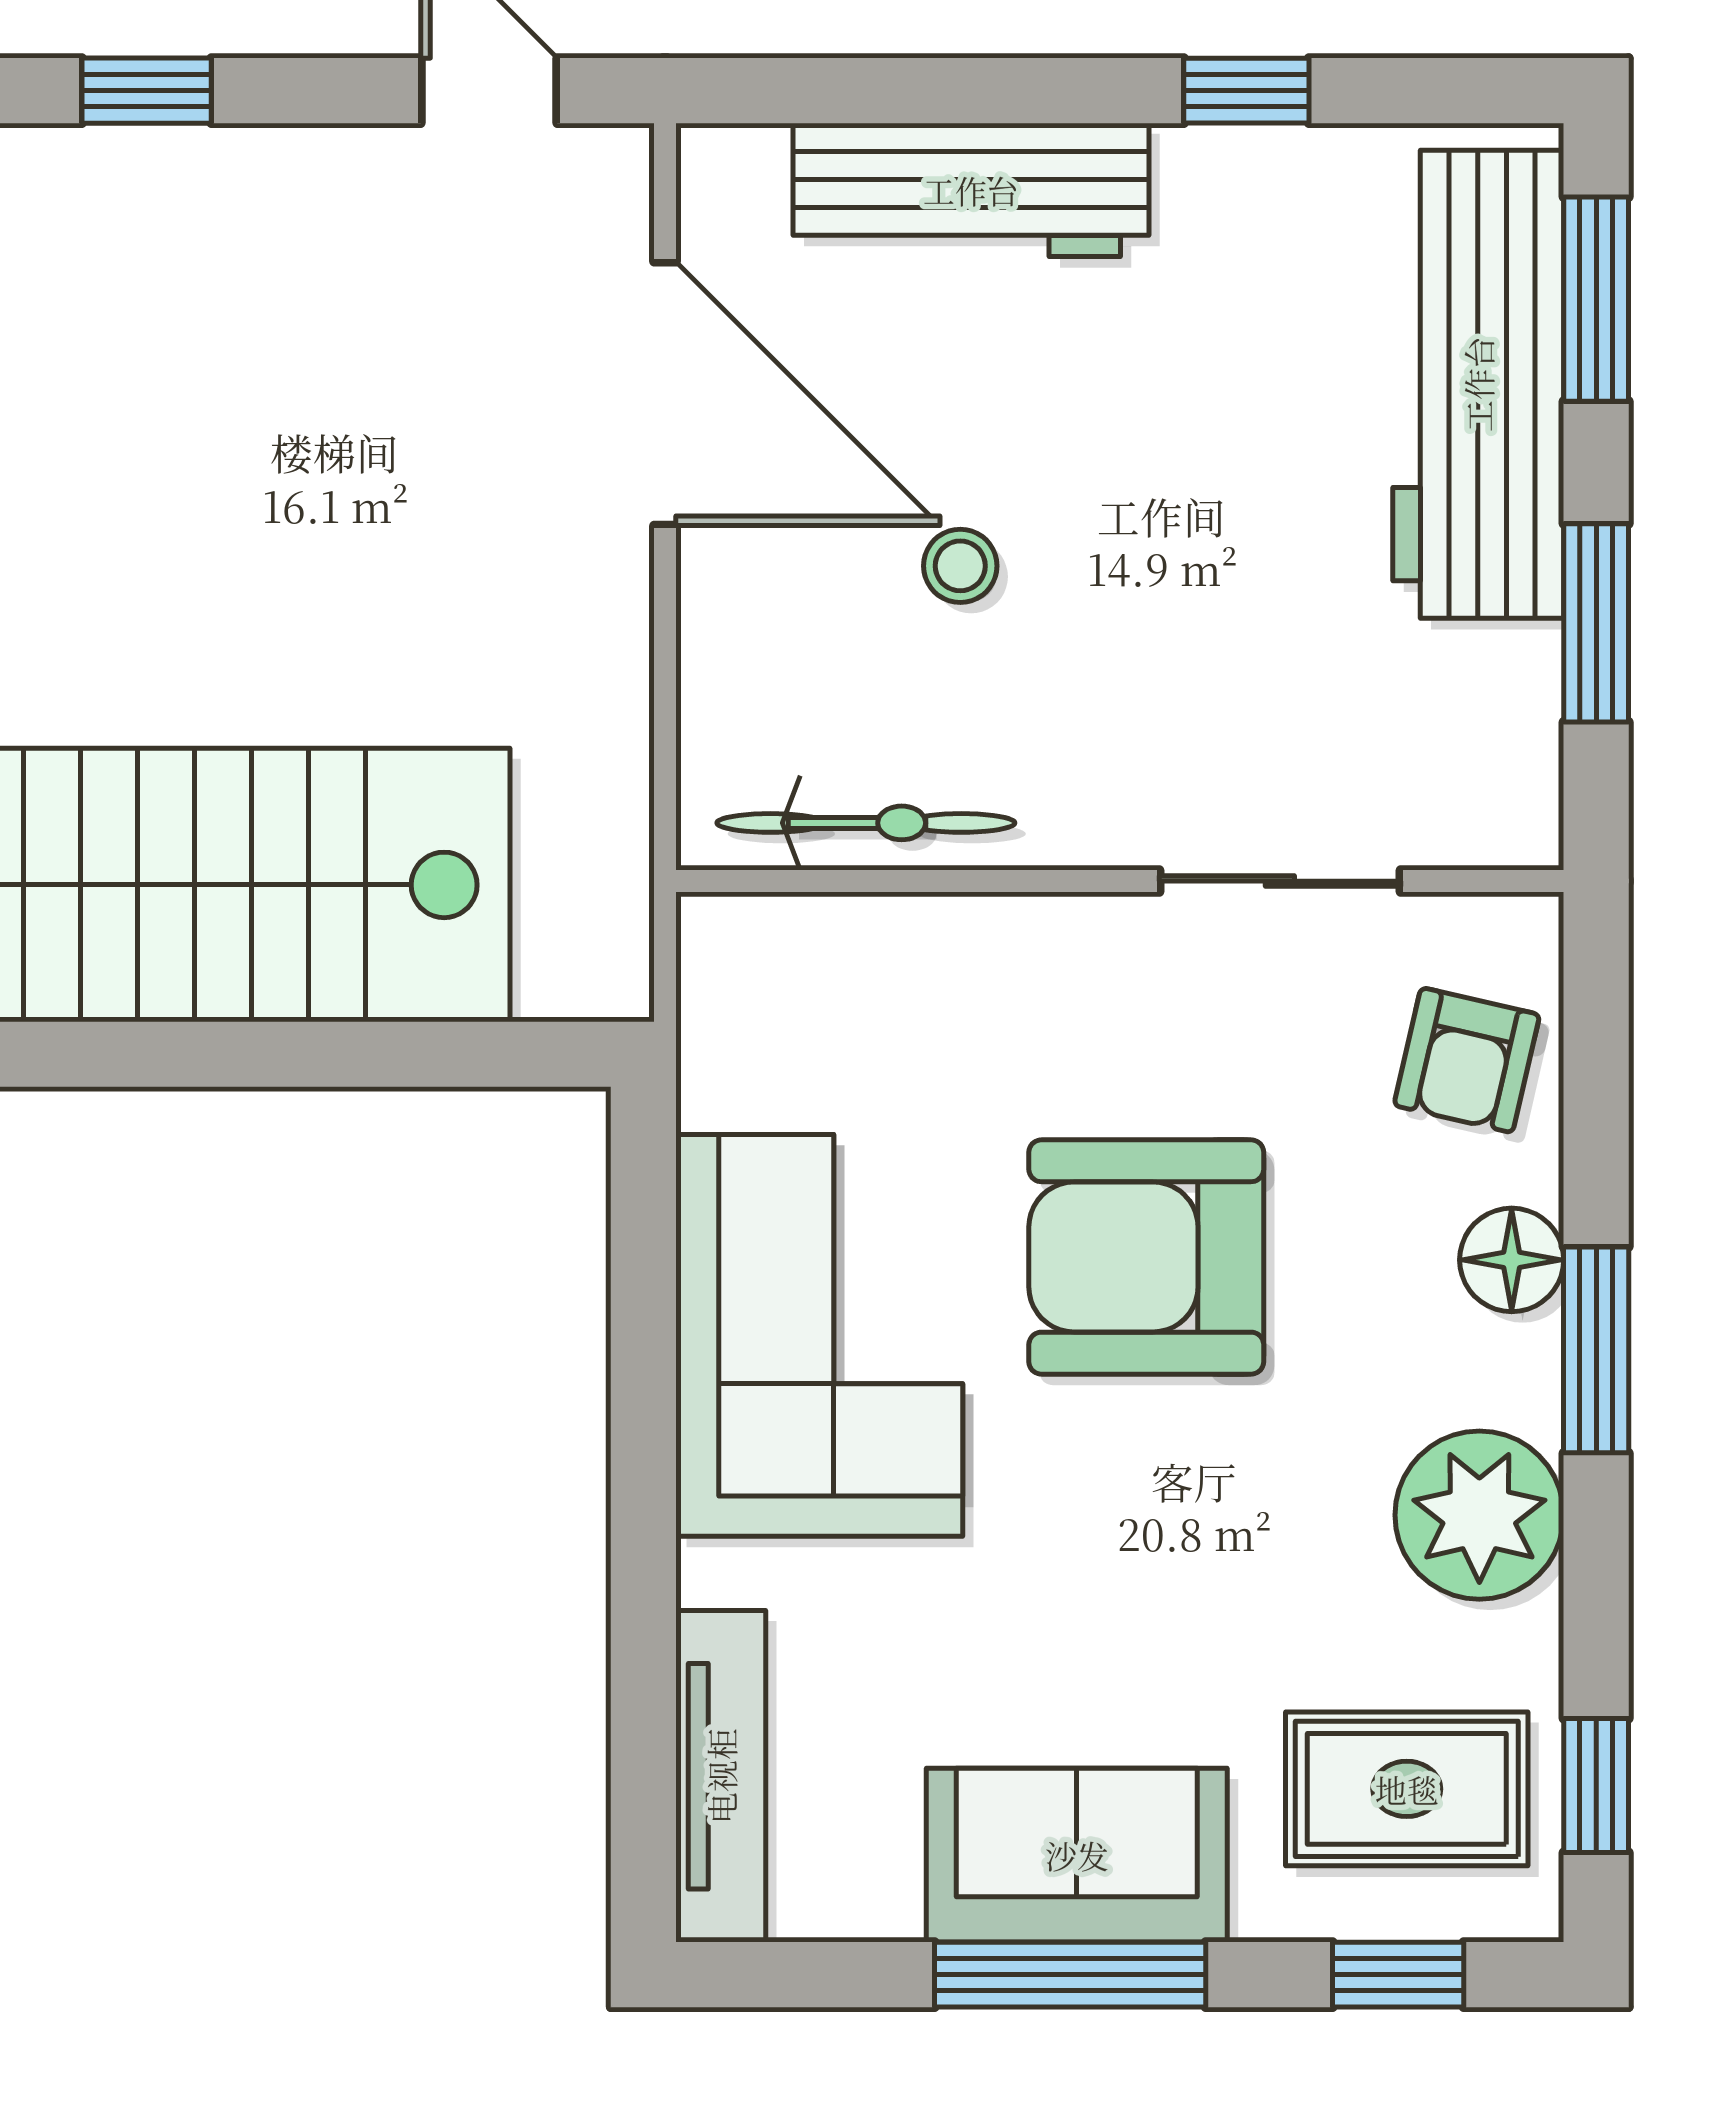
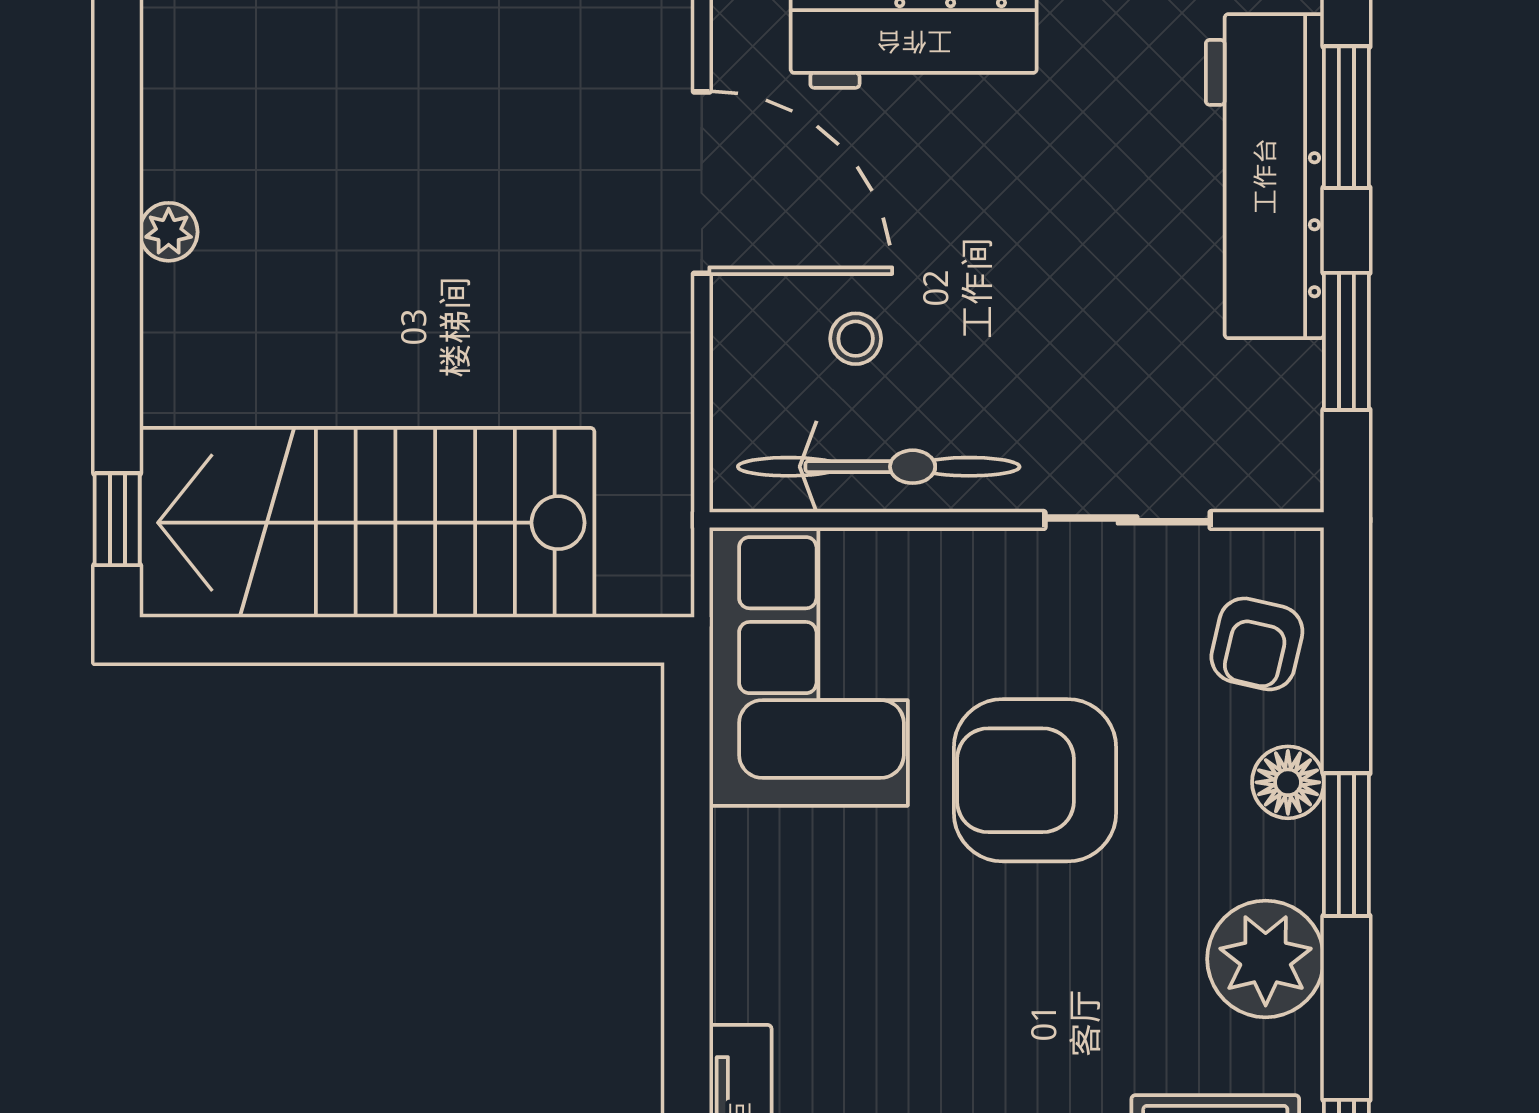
stool: (960, 566) -> (856, 339), moved
bicycle: (866, 823) -> (879, 467), width x1.37, depth x1.40
corner sofa: (819, 1335) -> (809, 667), moved

